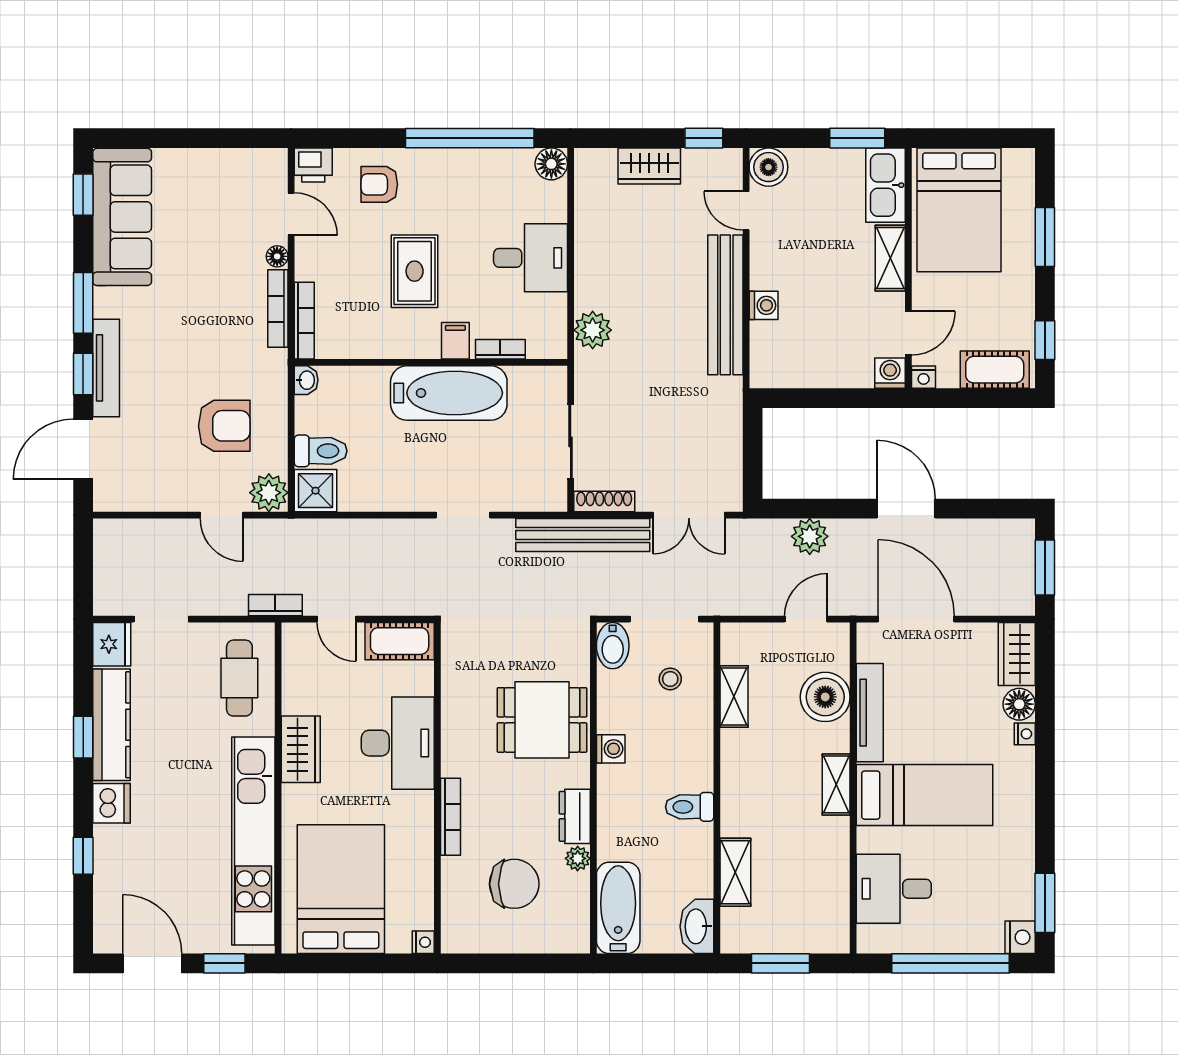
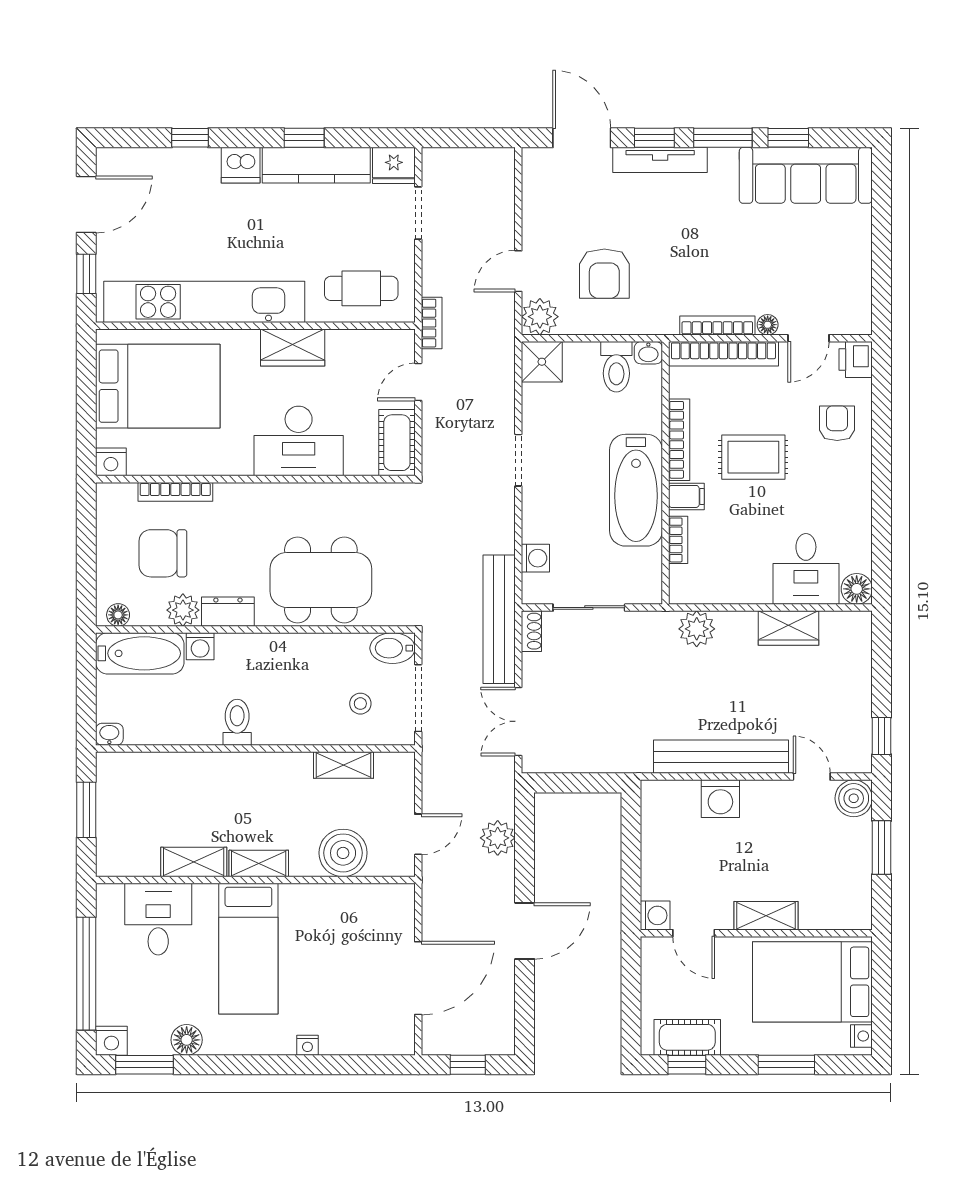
window: (470, 138) -> (882, 510), removed
window: (857, 138) -> (882, 847), moved
wardrobe: (649, 166) -> (789, 628), moved, turned -90
kitchen sink: (886, 185) -> (836, 911), removed
window: (83, 195) -> (788, 138), moved
door: (746, 211) -> (812, 777), hinge flipped
desk: (531, 258) -> (806, 569), moved
washing machine: (764, 305) -> (720, 799), width x1.38, depth x1.38
bookcase: (304, 321) -> (723, 354), width x1.48, depth x1.31
bookcase: (397, 348) -> (679, 440), added
cot: (995, 370) -> (687, 1037), moved, turned 90
nightstand: (924, 377) -> (861, 1036), moved, turned 180
toilet: (321, 451) -> (616, 367), moved
washing machine: (519, 497) -> (535, 558), added
shoe rack: (604, 501) -> (531, 631), width x0.70
doorway: (463, 515) -> (518, 460), moved
window: (1045, 567) -> (468, 1065), width x0.67
door: (806, 619) -> (418, 834), hinge flipped
door: (916, 619) -> (418, 978), moved
wardrobe: (1017, 654) -> (384, 1038), removed
floor lamp: (1019, 704) -> (187, 1040), moved
tv unit: (870, 713) -> (328, 896), removed
dining table: (542, 720) -> (321, 580), width x1.38
washing machine: (611, 749) -> (200, 646), moved
bookcase: (450, 817) -> (175, 492), moved
plant: (578, 858) -> (183, 610), width x1.38, depth x1.38
shelving: (735, 872) -> (194, 862), moved
chair: (514, 884) -> (163, 553), turned 90
washbasin: (697, 926) -> (109, 734), width x0.52, depth x0.69
floor lamp: (578, 930) -> (118, 615), added
nightstand: (423, 942) -> (111, 462), width x1.39, depth x1.35

